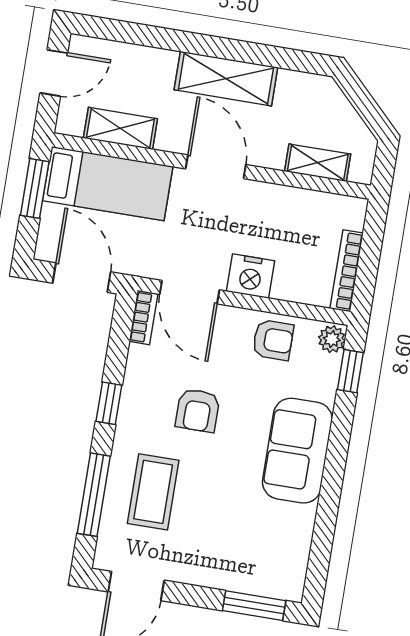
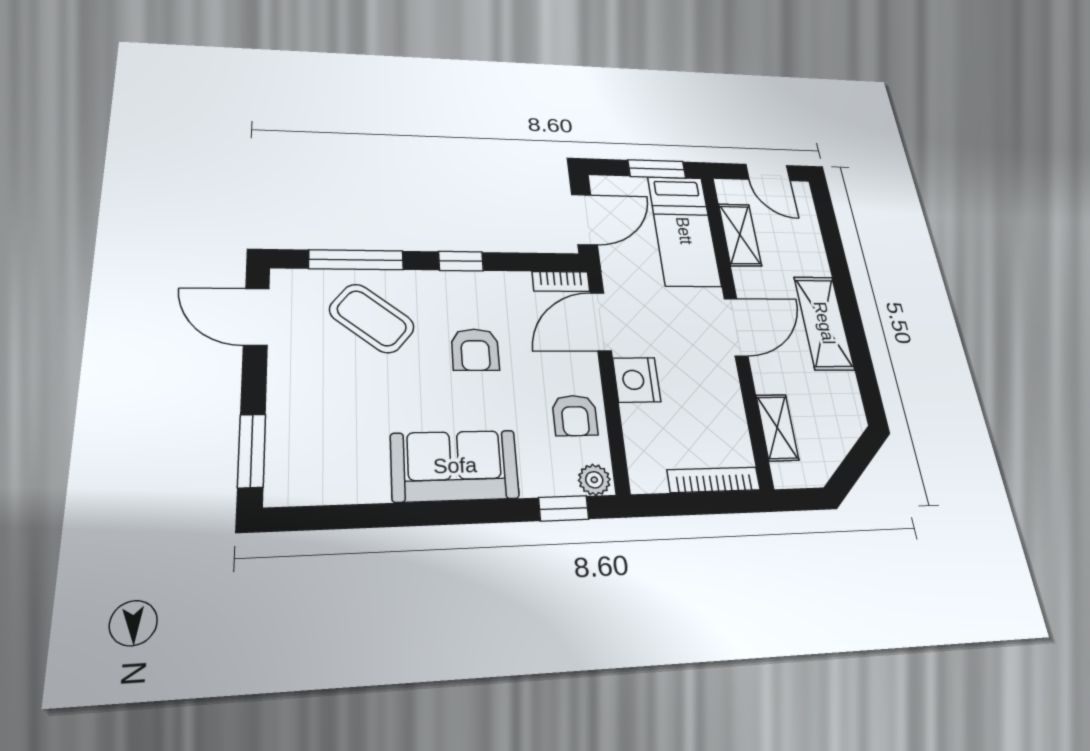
bookcase: (347, 271) -> (714, 480), moved
armchair: (198, 410) -> (475, 350), turned -90
coffee table: (153, 492) -> (372, 318), turned 39

